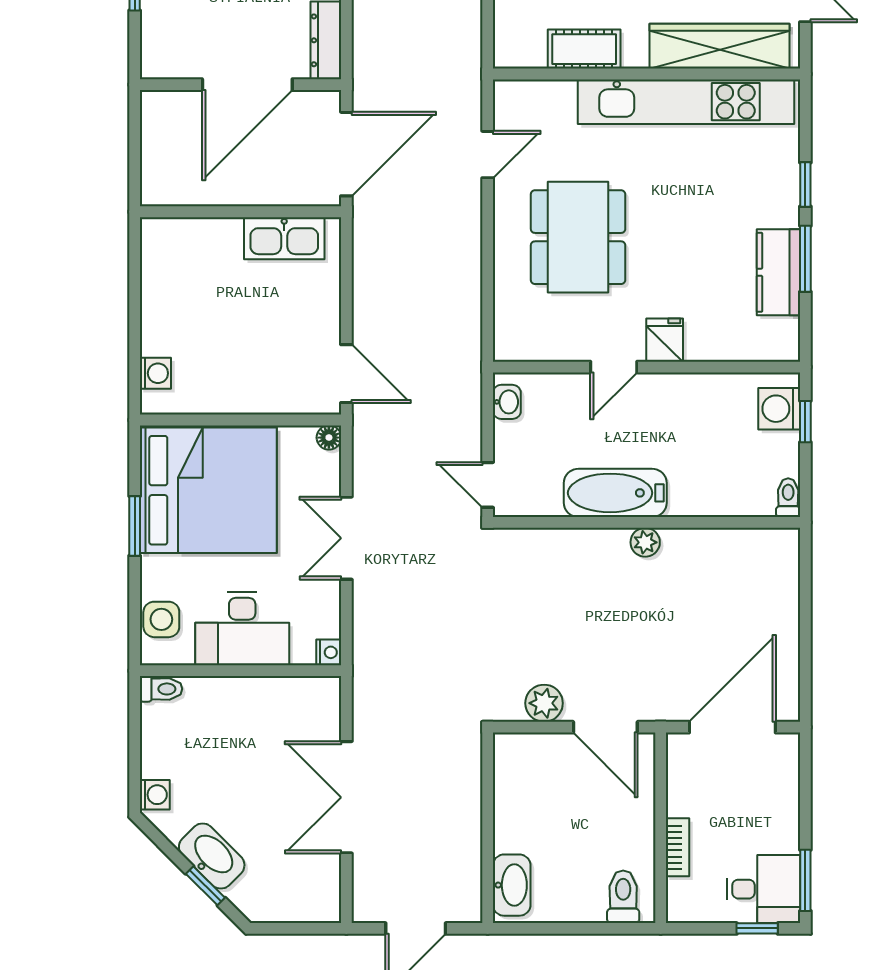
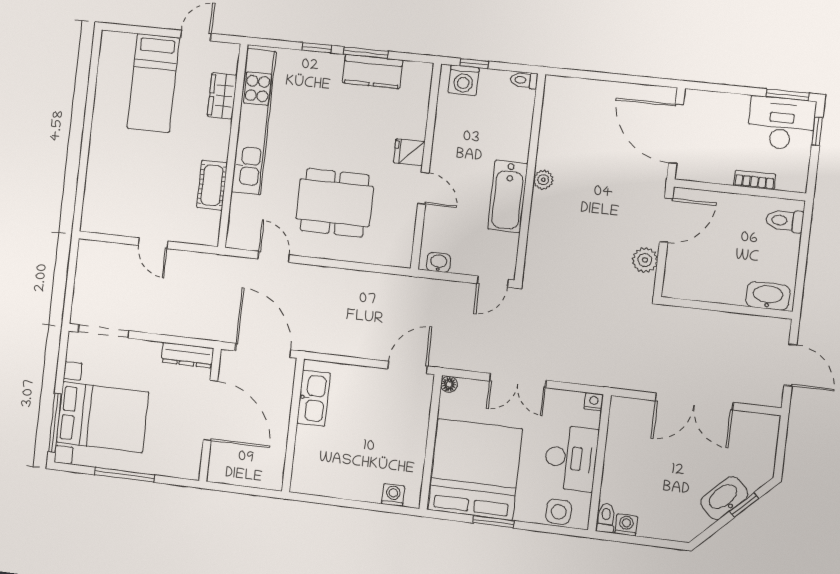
wardrobe: (720, 46) -> (222, 96), width x0.48, depth x0.85
washing machine: (155, 795) -> (626, 525), moved
desk: (763, 889) -> (781, 123), width x1.37

